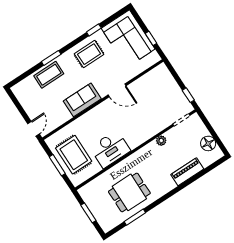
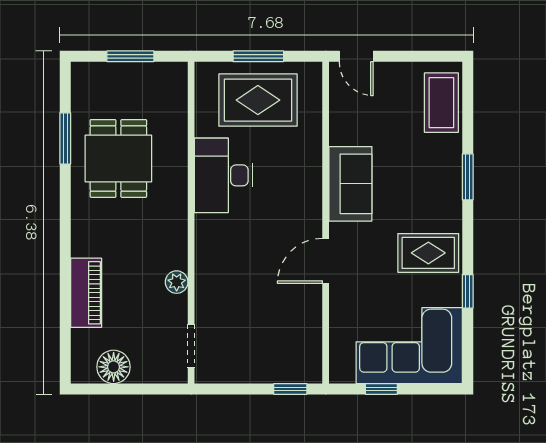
rug: (89, 54) -> (428, 253), turned 90
coffee table: (49, 75) -> (441, 103), moved
window: (188, 95) -> (290, 389), moved

